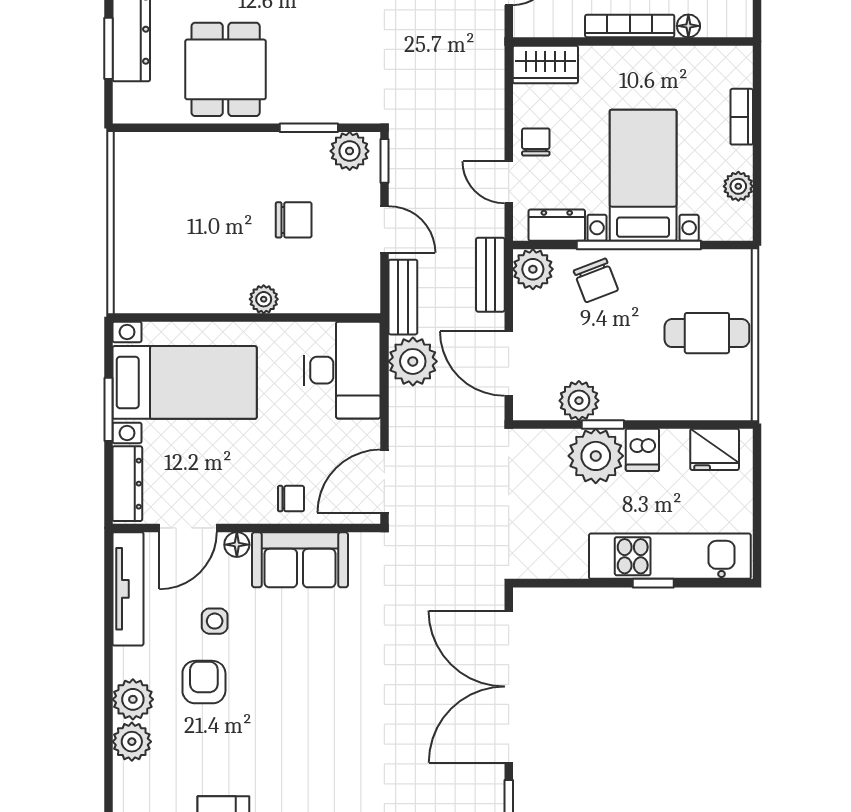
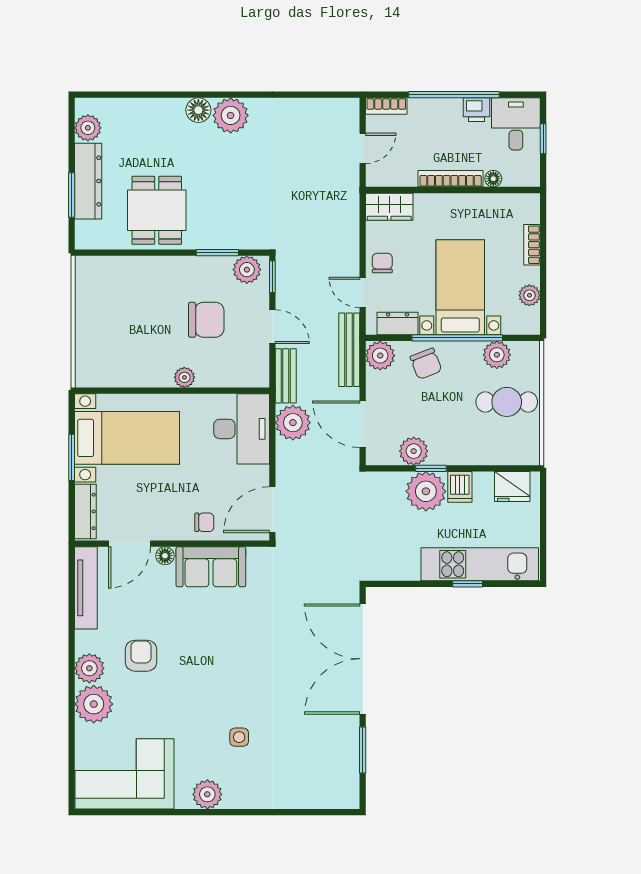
chair: (294, 220) -> (206, 320), width x1.37, depth x1.37
plant: (693, 268) -> (497, 355), added
bench: (490, 275) -> (349, 350), width x1.36
side table: (215, 621) -> (239, 737), moved
plant: (132, 742) -> (94, 704), width x1.36, depth x1.36

